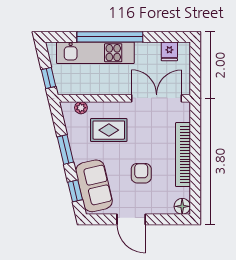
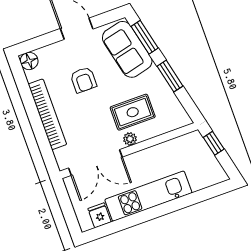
window: (110, 37) -> (166, 208), removed
kitchen unit: (95, 53) -> (148, 196), moved
plant: (81, 108) -> (130, 139), moved
window: (75, 191) -> (145, 37), width x1.50

